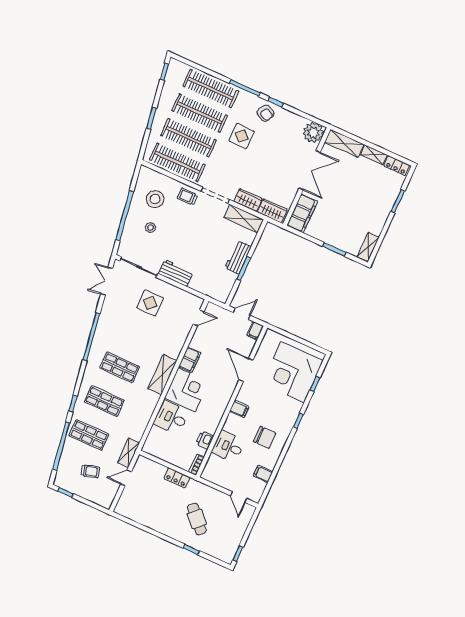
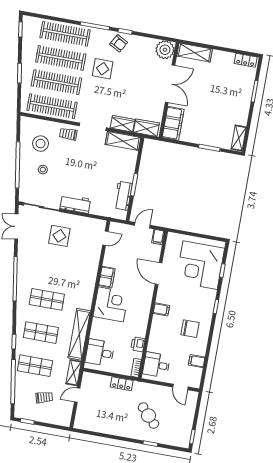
shelving: (374, 155) -> (223, 56), removed
workbench: (238, 257) -> (123, 196), moved
shelving: (162, 375) -> (79, 334), moved, width x1.47
desk: (171, 417) -> (100, 353), moved
desk: (228, 446) -> (156, 365), moved

